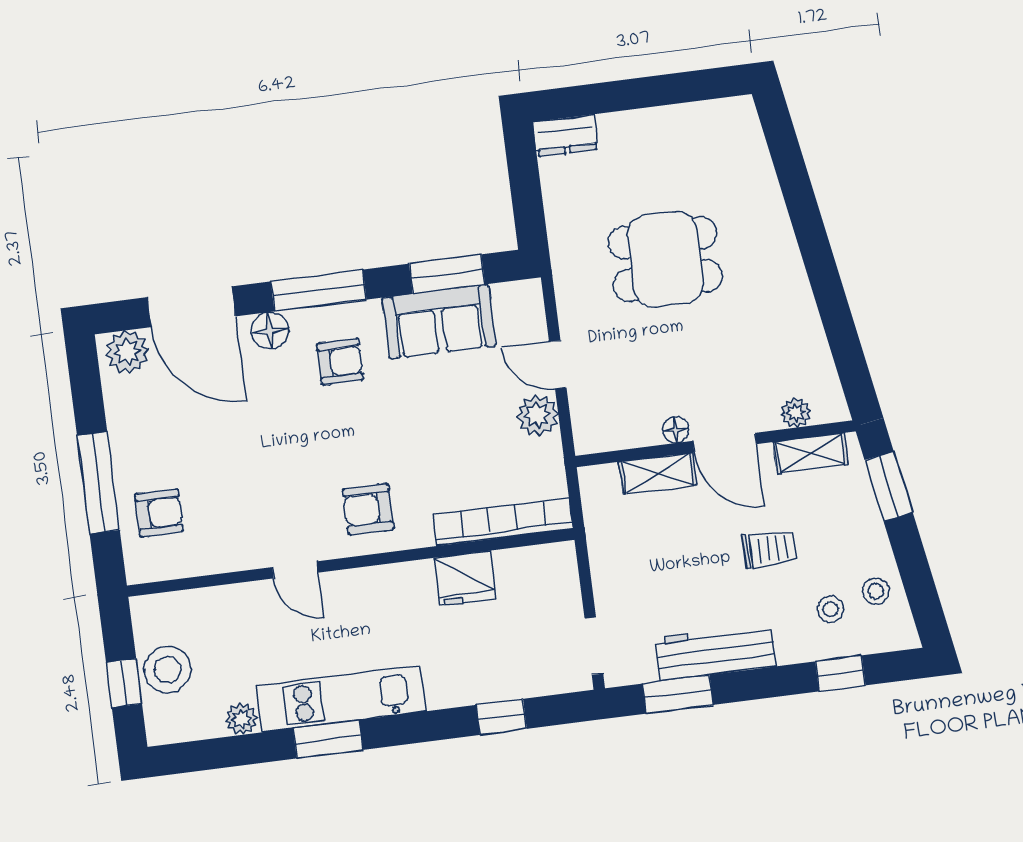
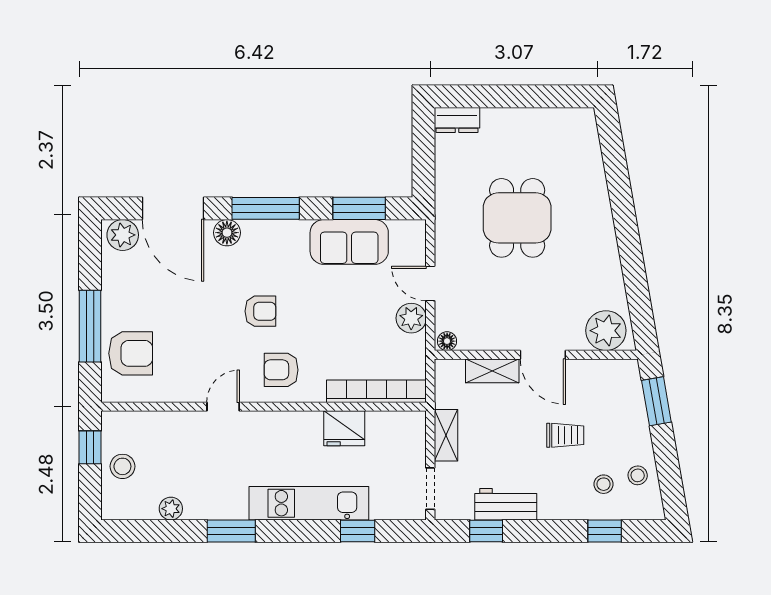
dining table: (665, 259) -> (517, 218), turned 90
armchair: (340, 362) -> (260, 311), moved
plant: (796, 413) -> (606, 331), width x1.87, depth x1.87
floor lamp: (676, 430) -> (447, 341), moved
shelving: (811, 453) -> (446, 435), moved, turned 90
armchair: (159, 513) -> (131, 353), width x1.38, depth x1.38
door: (295, 570) -> (223, 407), swing flipped
workbench: (716, 652) -> (506, 504), width x0.73
stool: (168, 670) -> (122, 466), width x0.73, depth x0.73
window: (124, 683) -> (90, 447), moved
window: (678, 694) -> (486, 531), width x0.67
kitchen unit: (341, 699) -> (309, 503), moved

